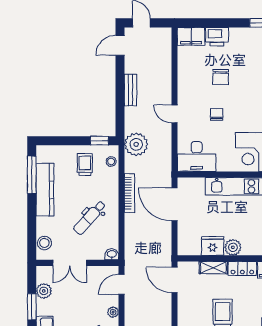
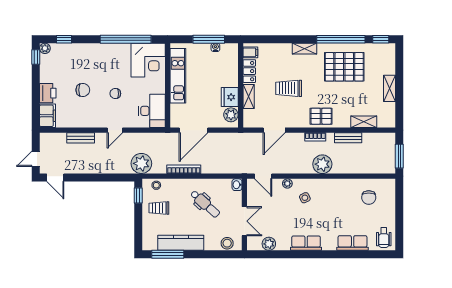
bench: (131, 90) -> (81, 138), moved
plant: (233, 247) -> (231, 115), moved
door: (175, 280) -> (274, 130), moved
window: (32, 307) -> (283, 254), removed

